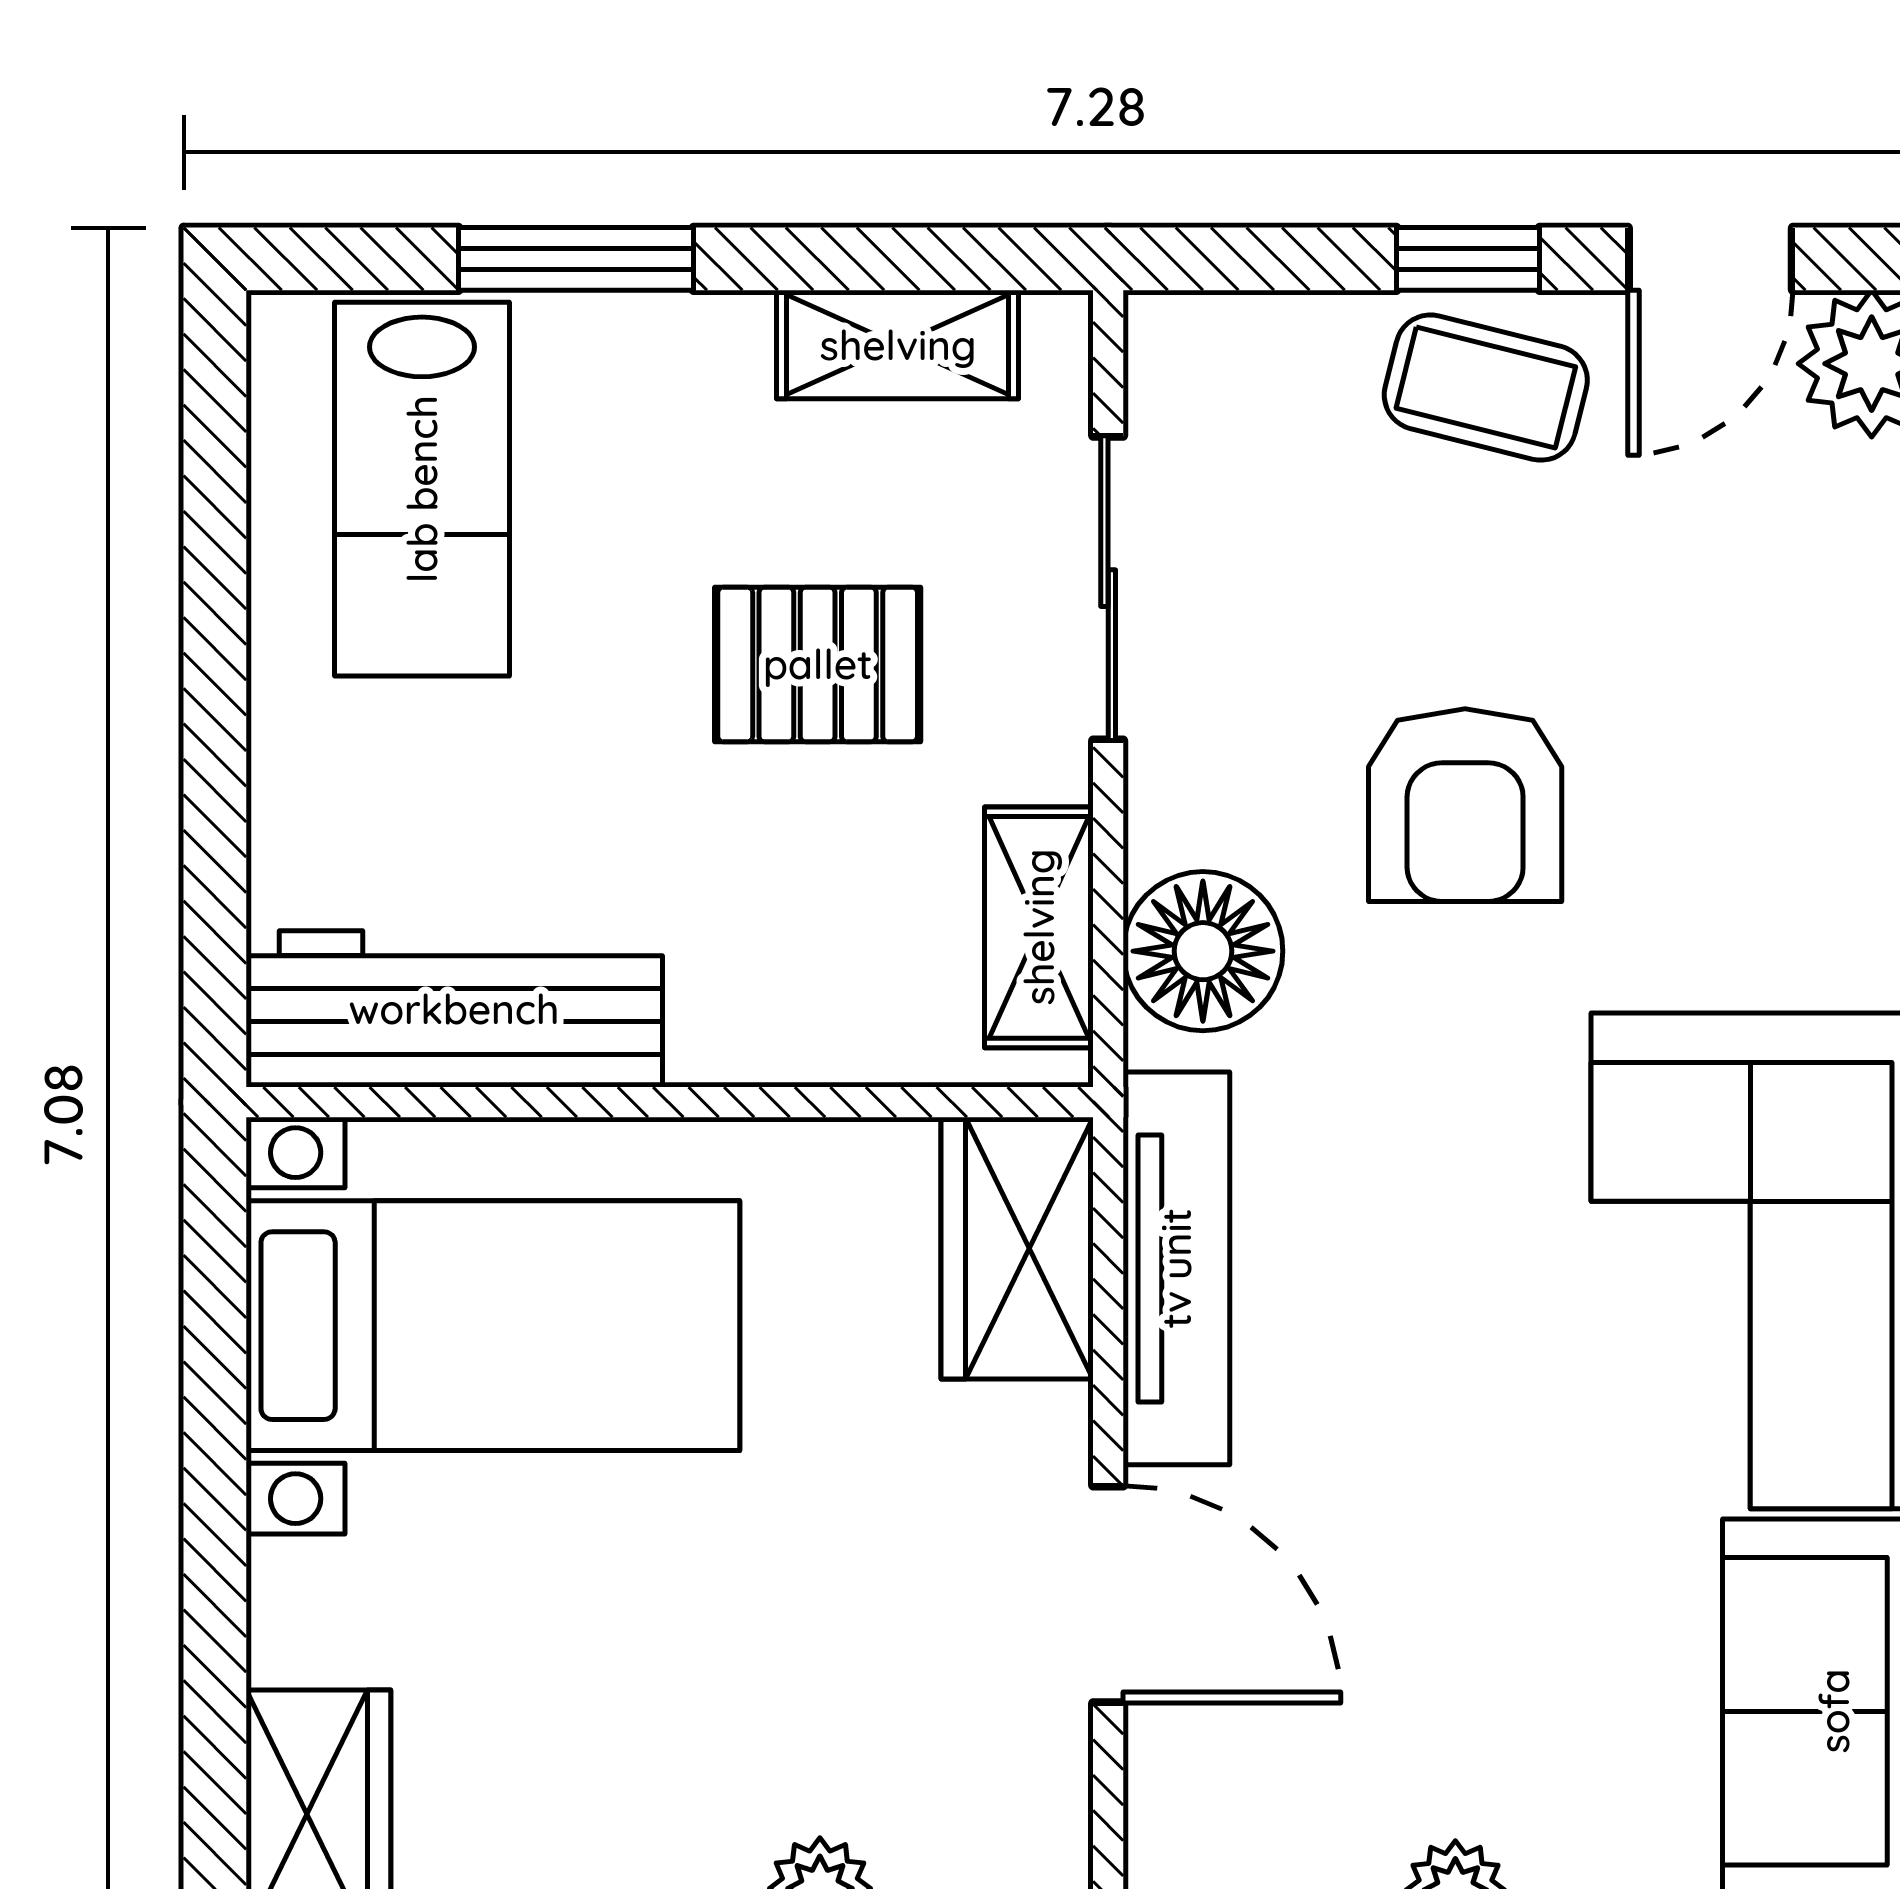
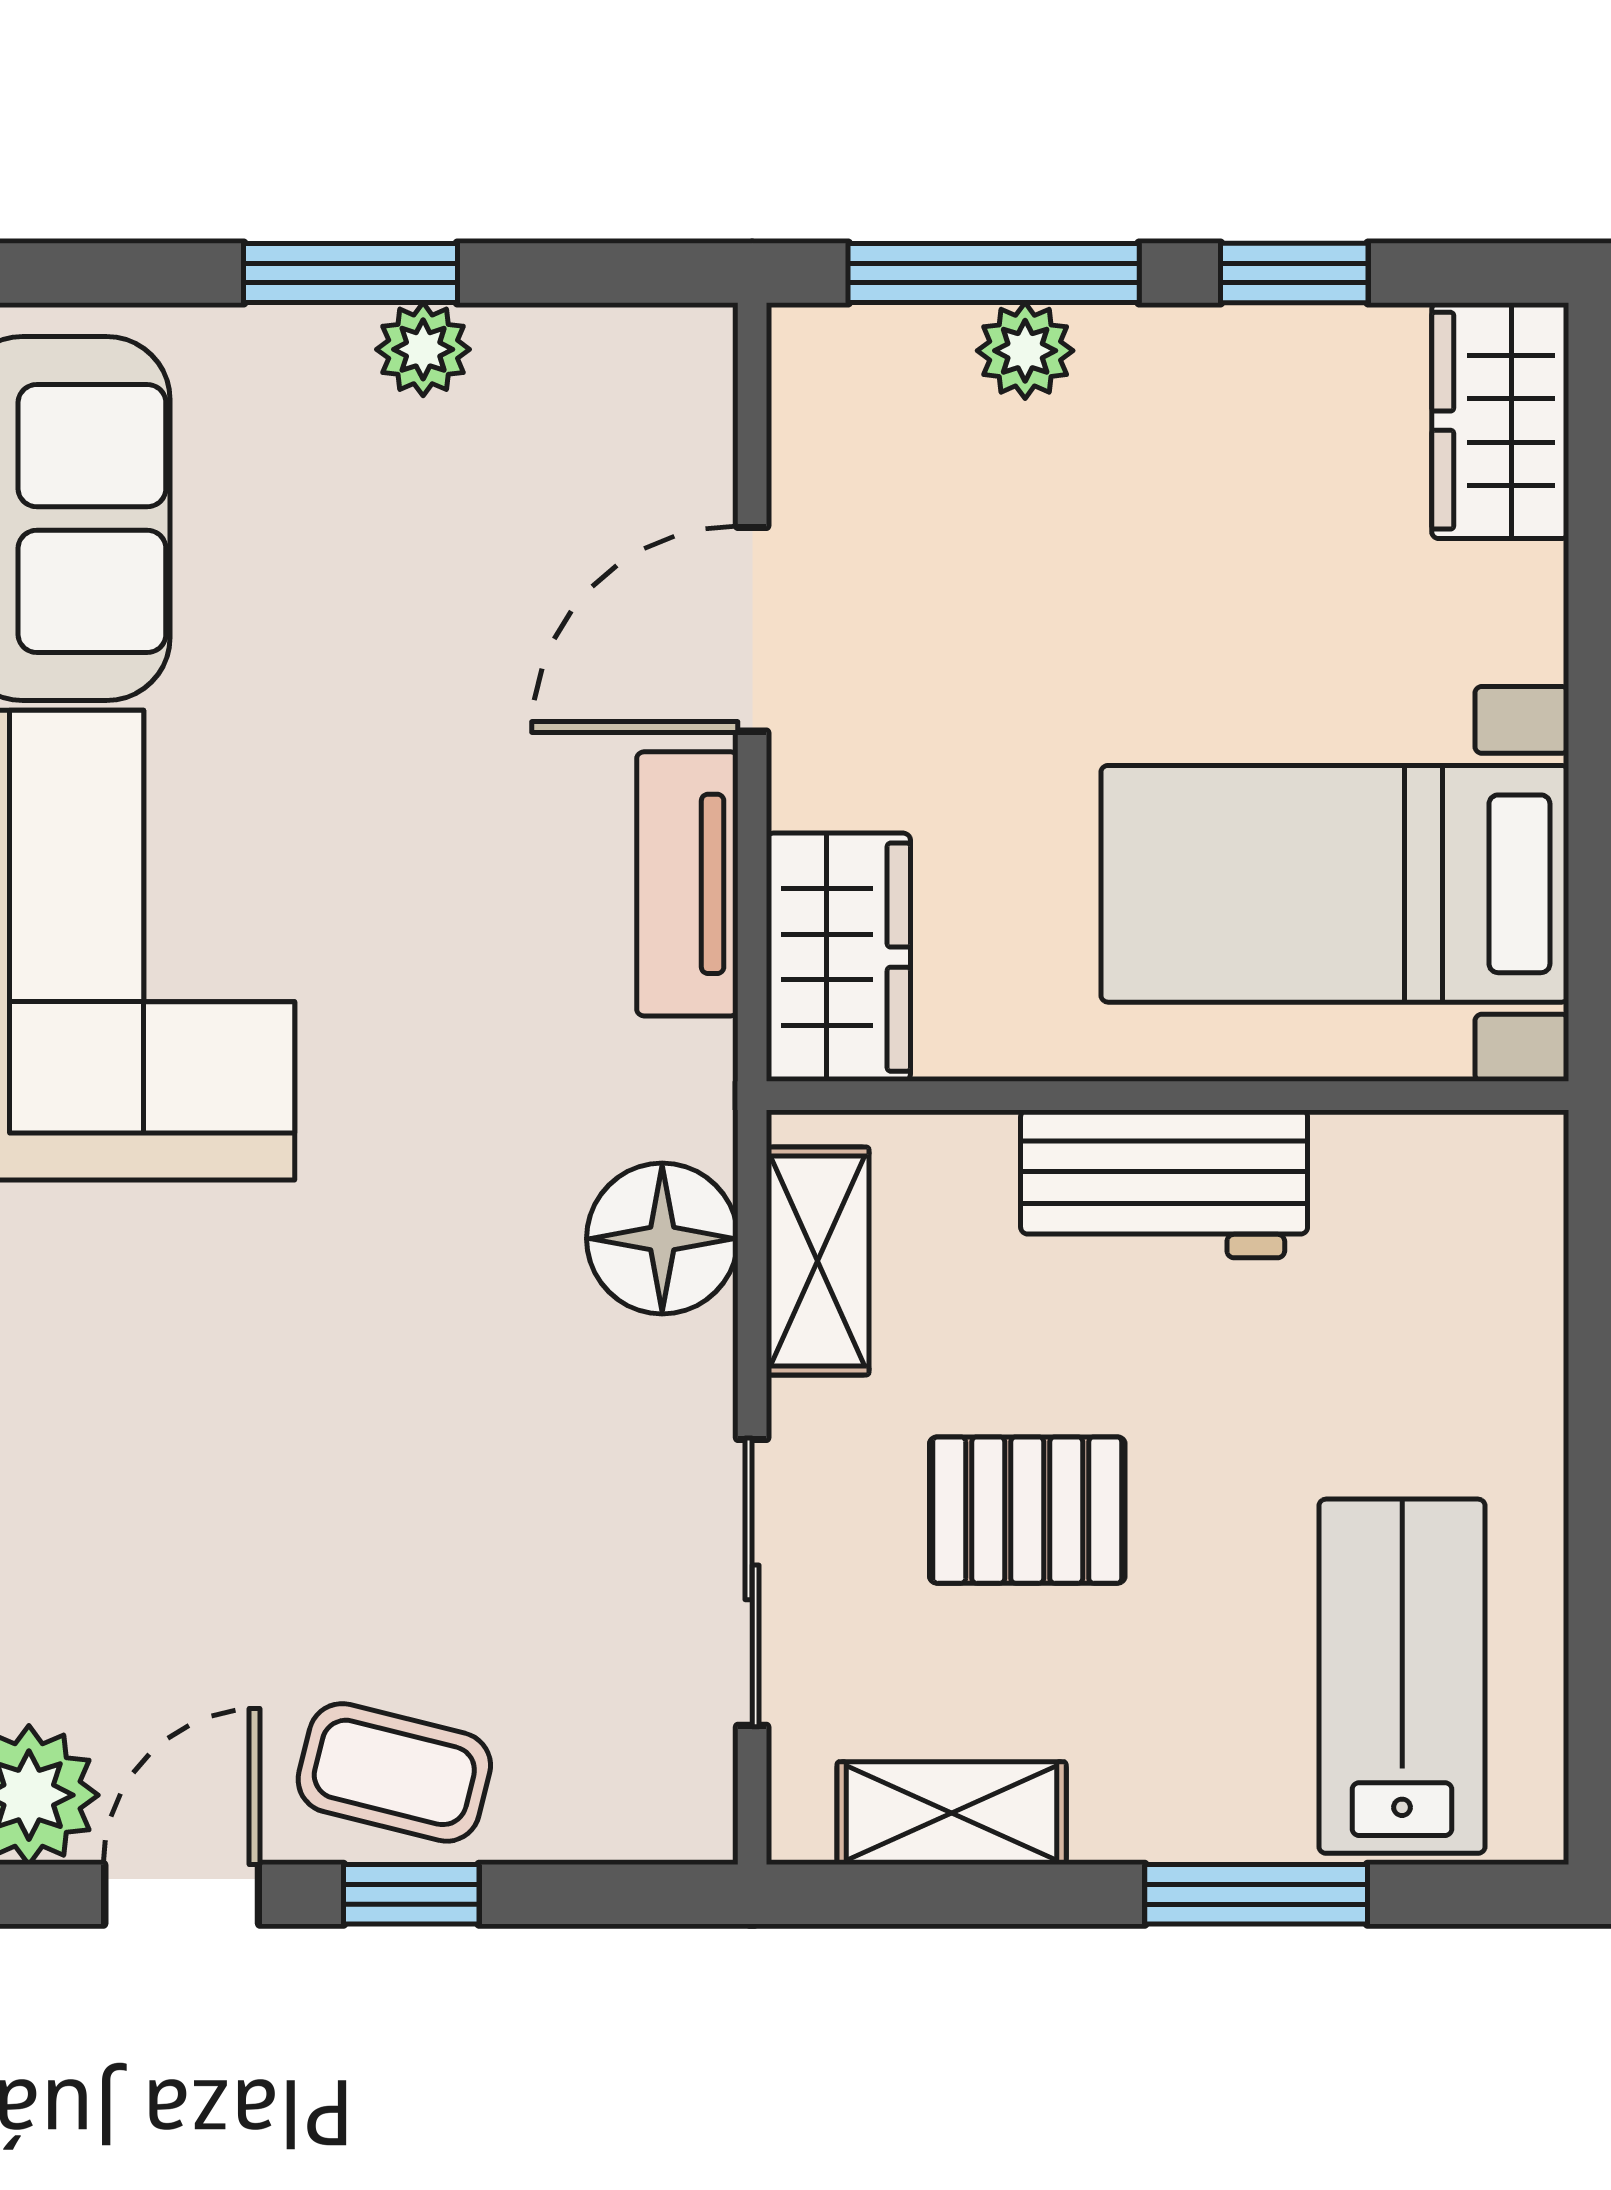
armchair: (1465, 805) -> (414, 1377), removed
workbench: (454, 1009) -> (1164, 1184), moved, width x0.73
tv unit: (1176, 1268) -> (687, 884), width x0.71
door: (1108, 1594) -> (752, 629), hinge flipped

